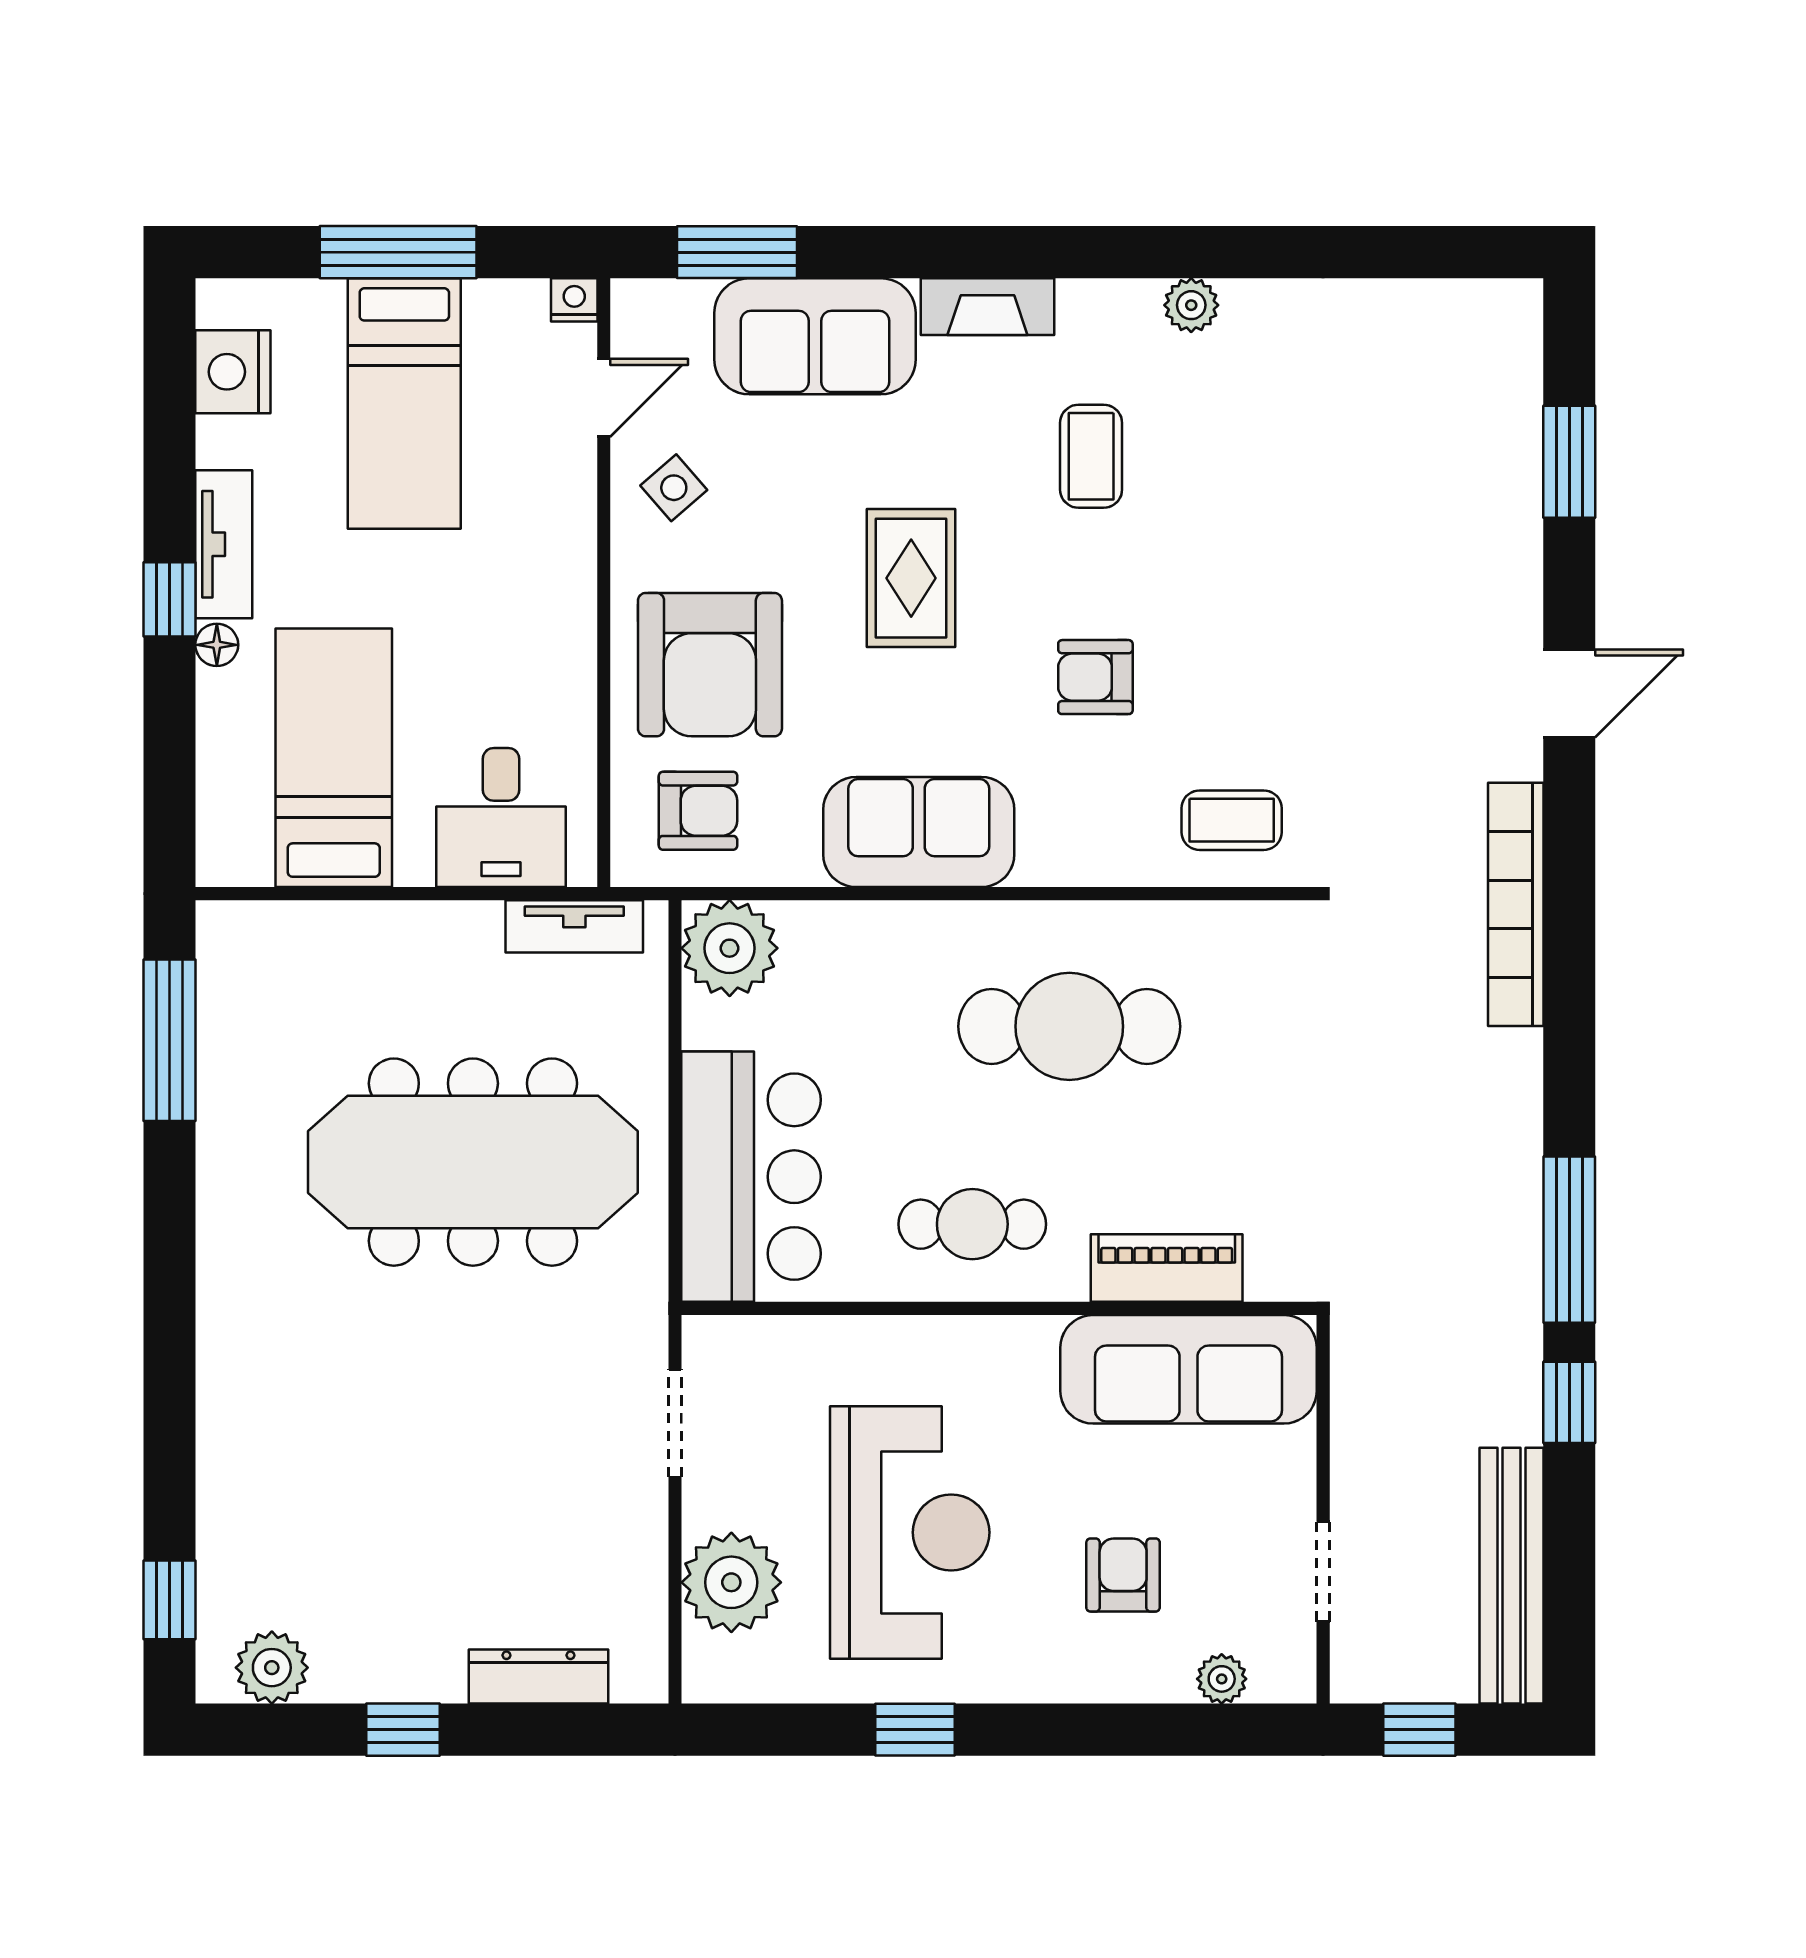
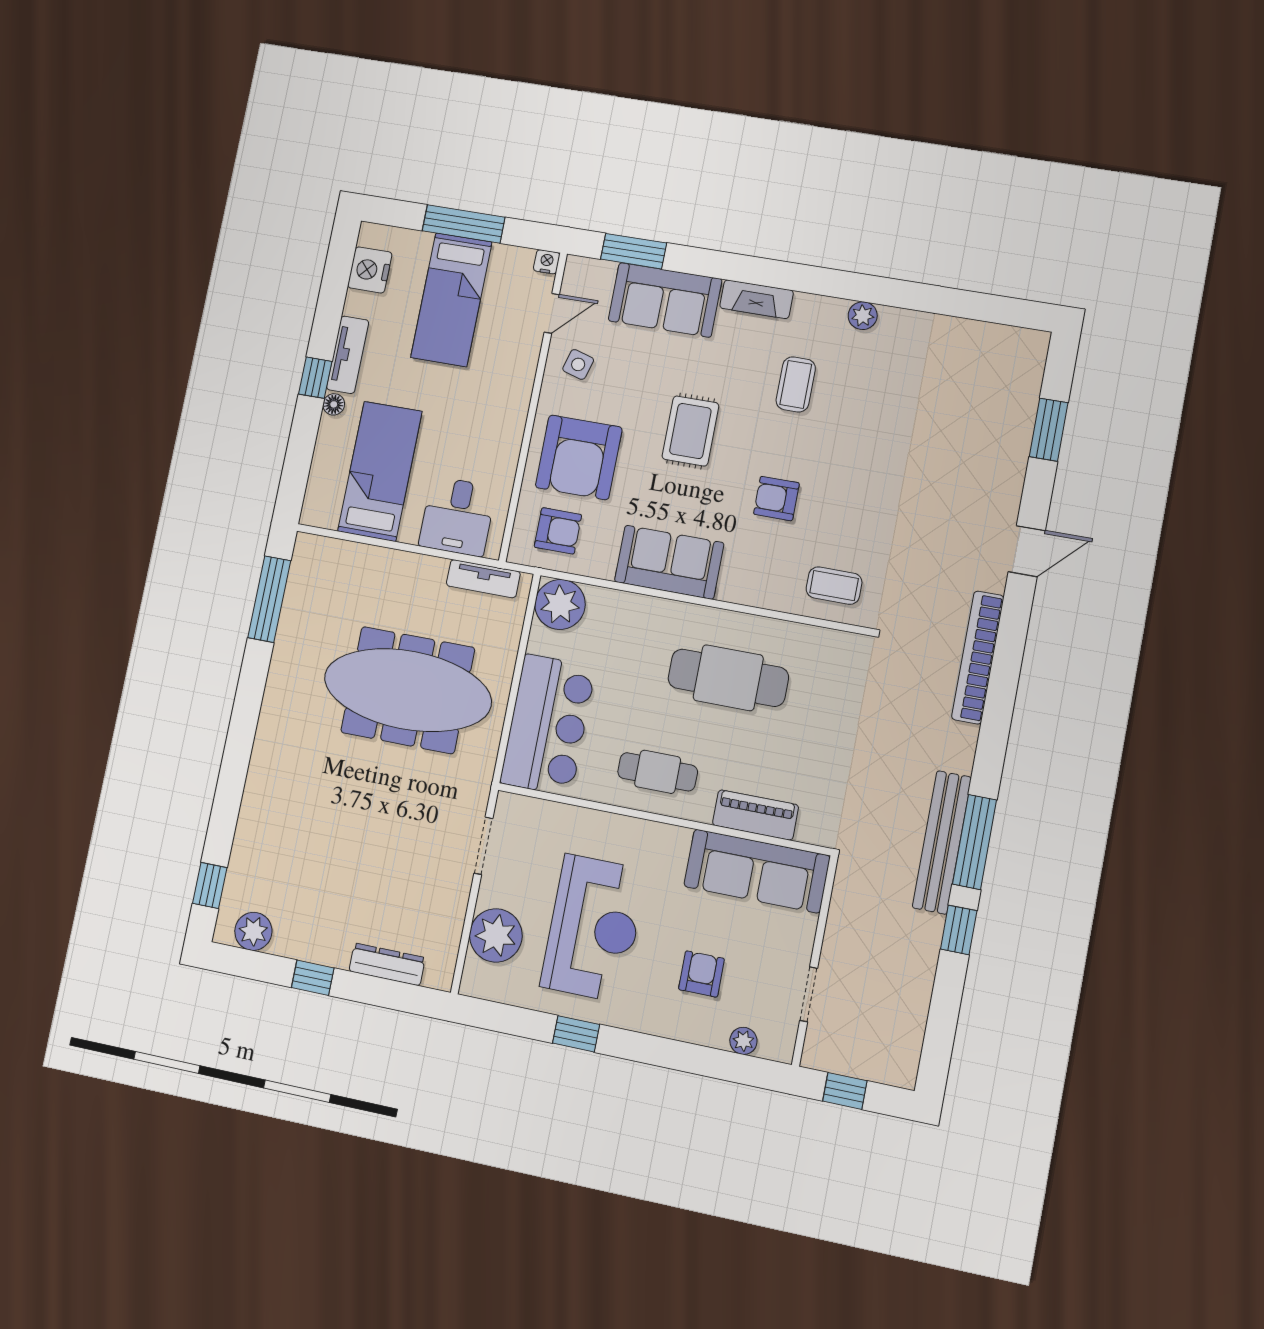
side table: (674, 488) -> (578, 364), turned -33
bench: (1511, 1576) -> (942, 842), moved

